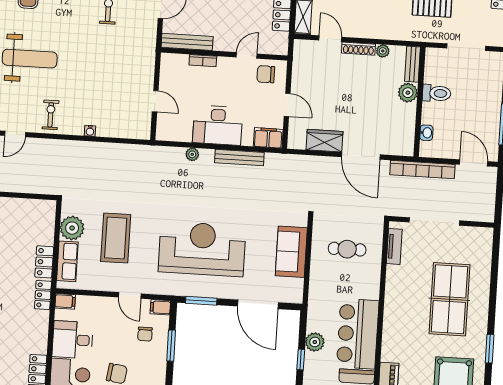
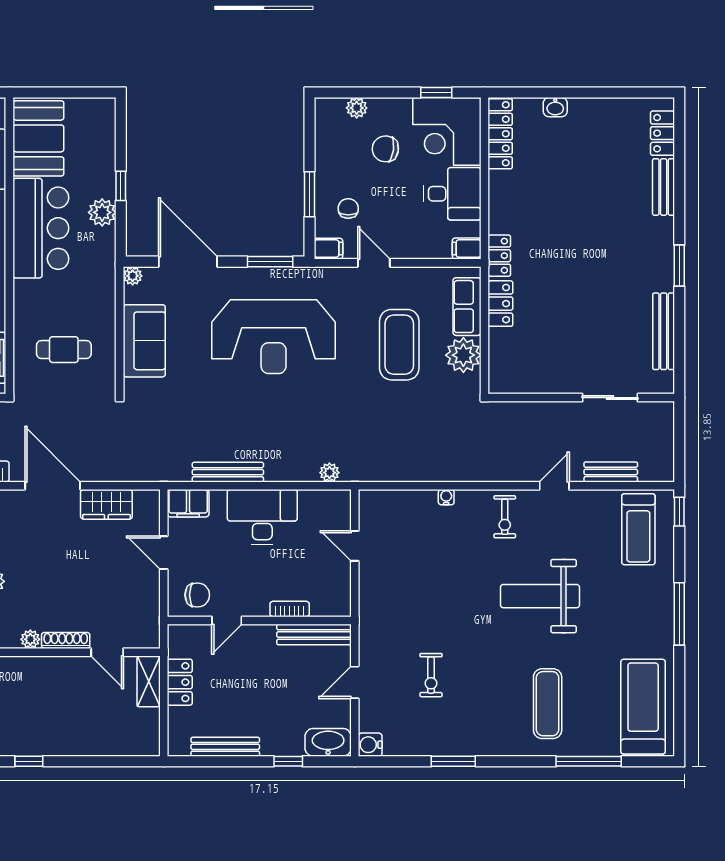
plant: (192, 154) -> (329, 473), moved
plant: (297, 297) -> (133, 276), added

